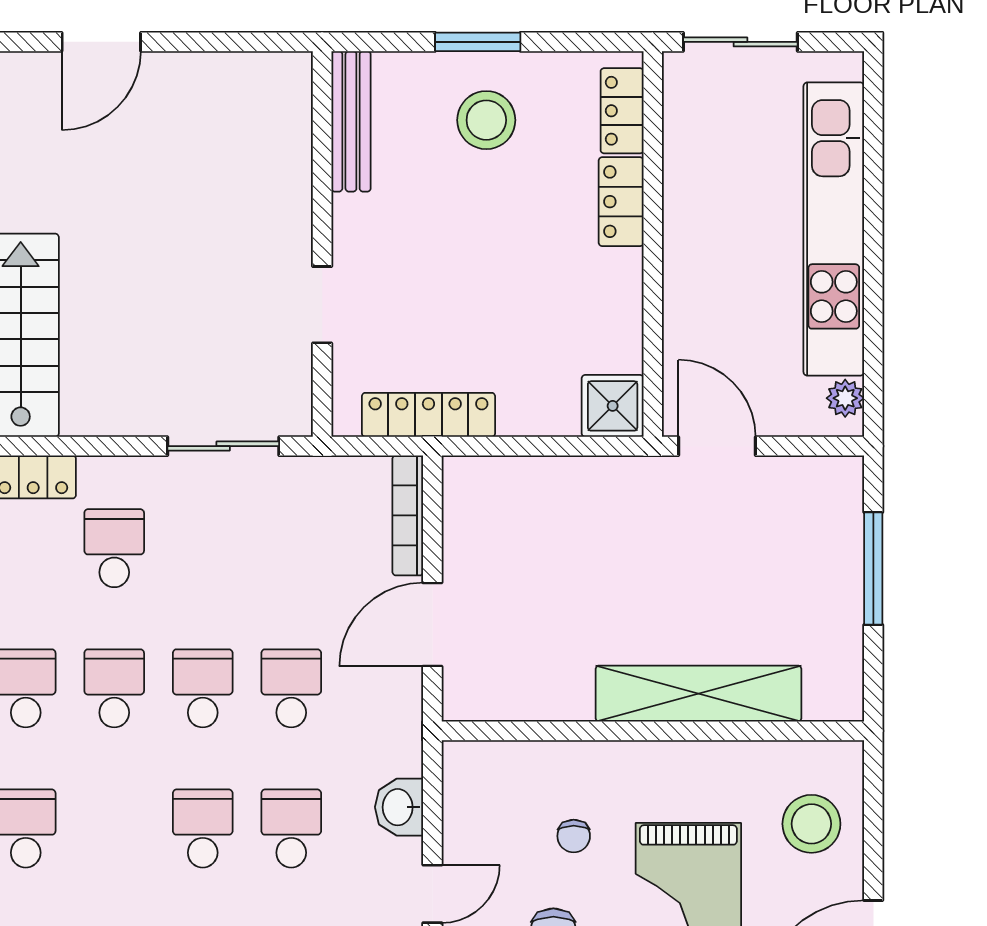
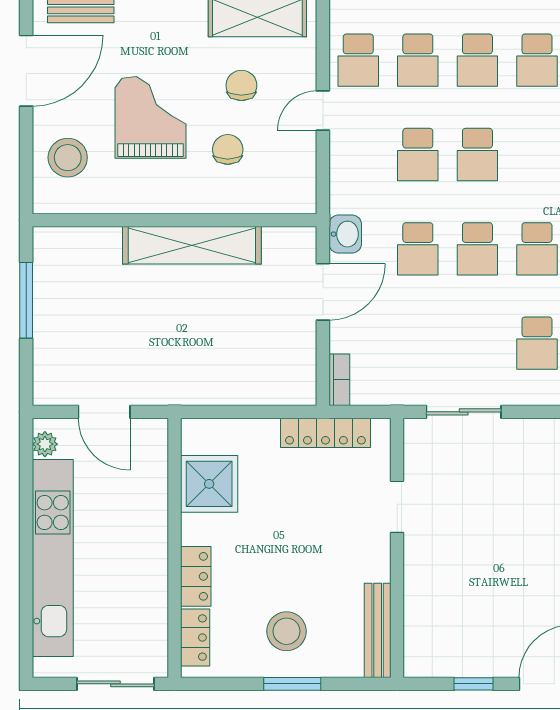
window: (209, 42) -> (473, 684), added
shower: (613, 406) -> (209, 484), moved, width x1.36, depth x1.36
door: (717, 446) -> (104, 412), moved
bookcase: (408, 515) -> (339, 380), width x0.64
window: (873, 569) -> (26, 300), moved
shelving: (698, 694) -> (192, 245), moved
washbasin: (399, 807) -> (345, 234), moved
chair: (574, 836) -> (228, 149), width x1.37, depth x1.37

